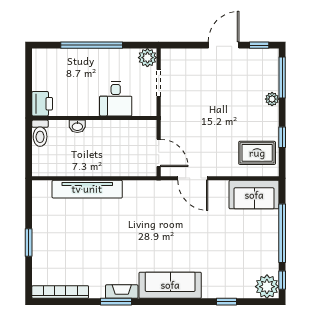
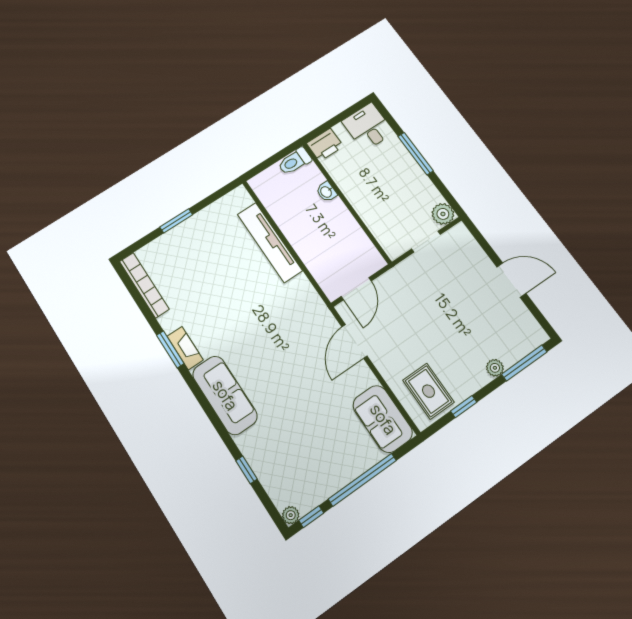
window: (92, 45) -> (415, 154), width x0.68
window: (259, 45) -> (539, 316), removed
desk: (116, 99) -> (368, 127), moved, turned 90
plant: (267, 287) -> (291, 515), width x0.53, depth x0.53

